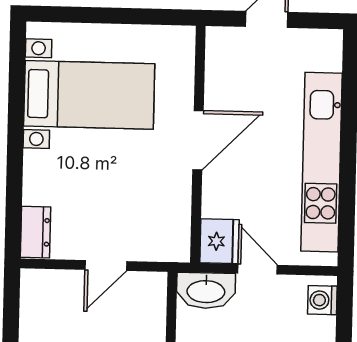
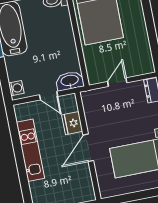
kitchen unit: (322, 162) -> (30, 150), width x0.73
fridge: (219, 241) -> (72, 123), moved

